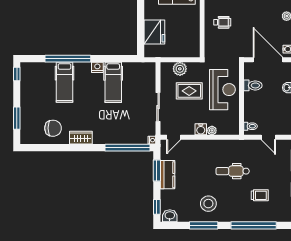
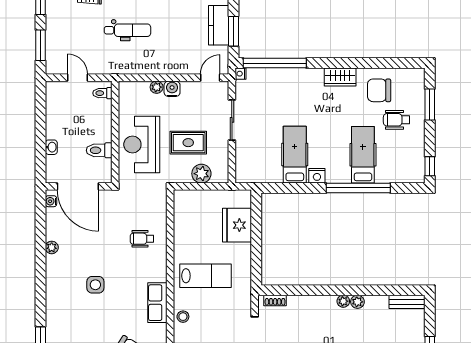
wheelchair: (40, 107) -> (397, 120), added

